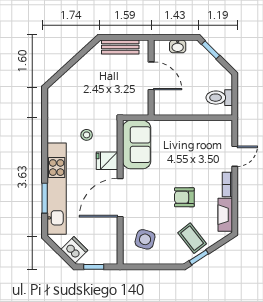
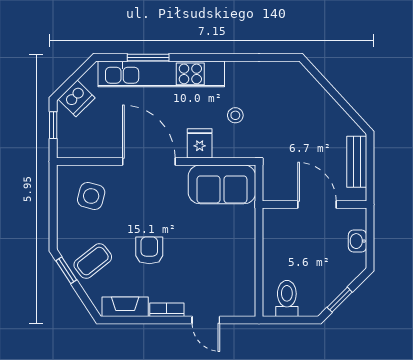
window: (211, 50) -> (340, 300), moved
door: (151, 76) -> (317, 205), swing flipped

